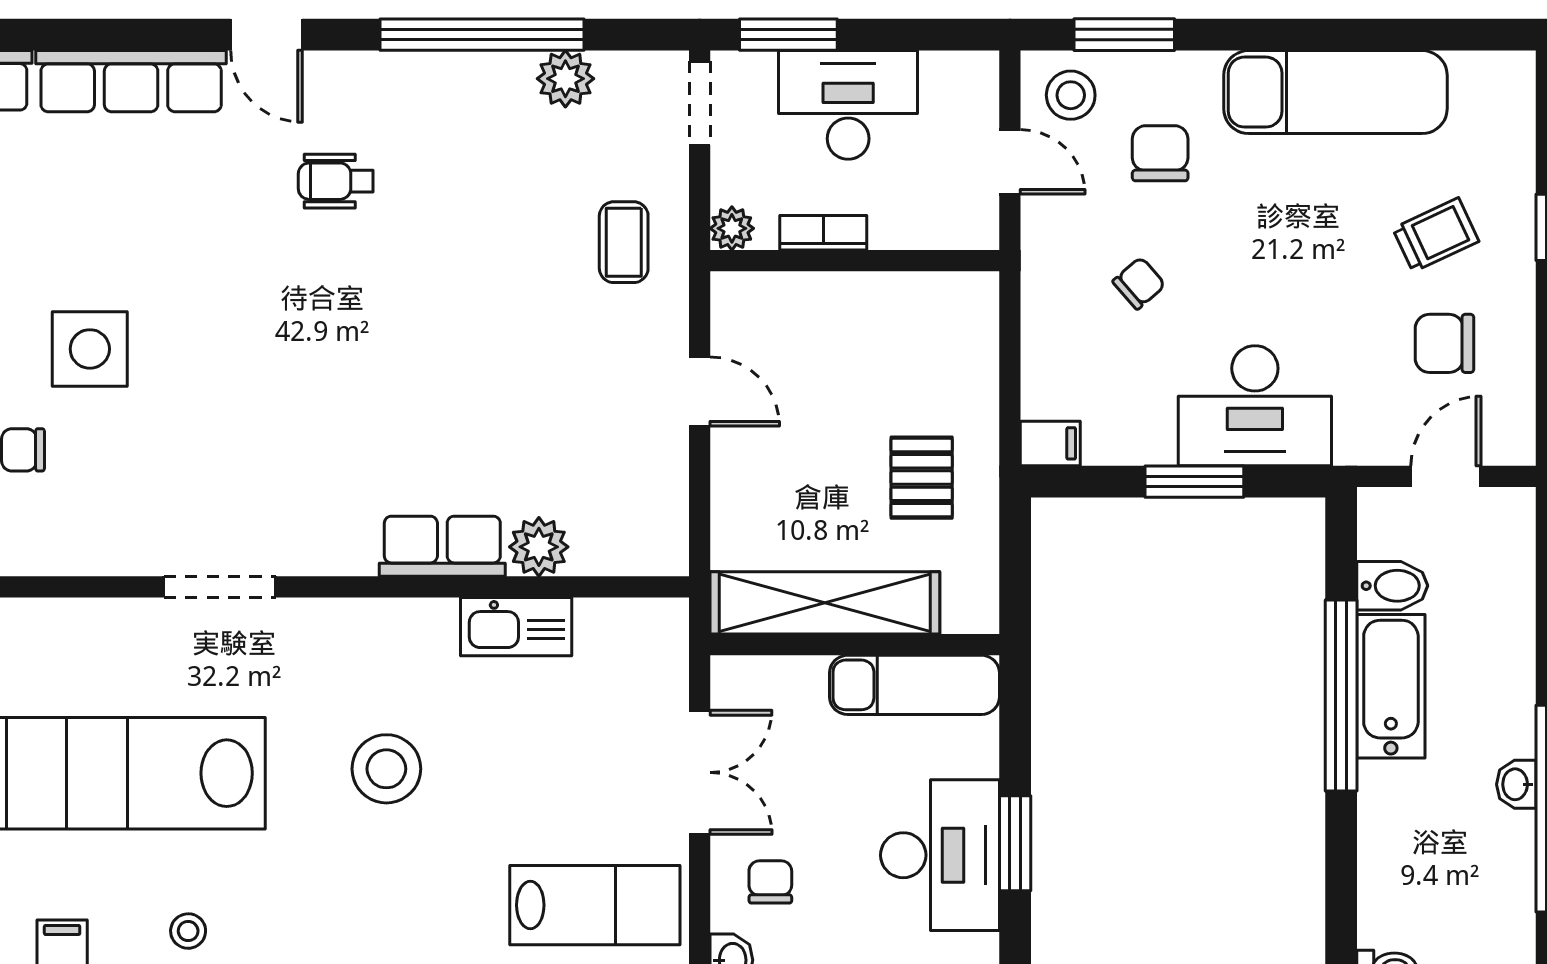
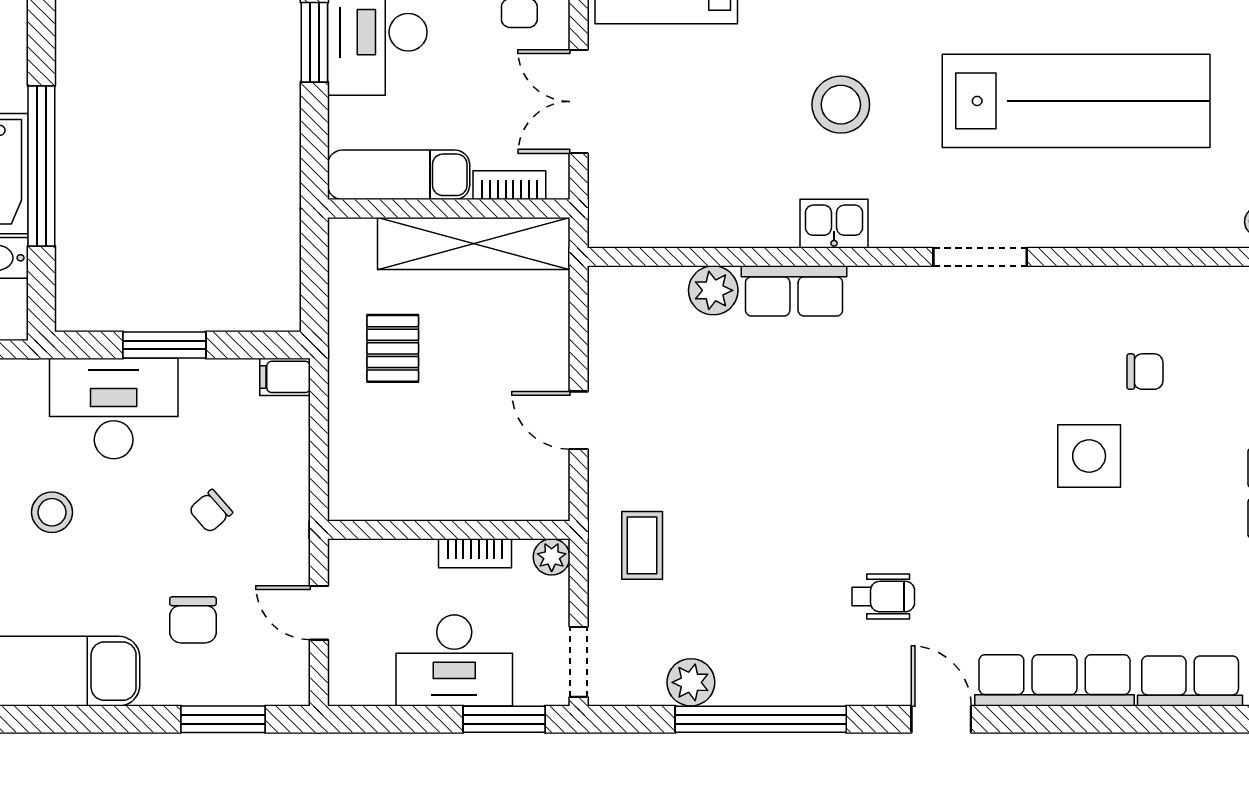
stool: (1071, 95) -> (52, 512), moved
kitchen sink: (516, 627) -> (834, 224), moved, width x0.73
bookcase: (782, 673) -> (509, 185), added

